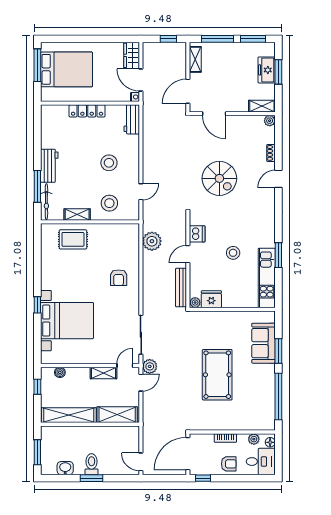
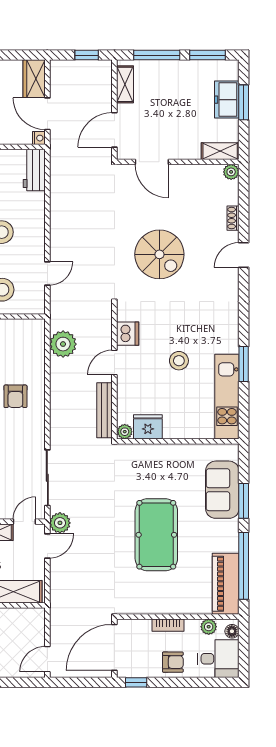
piano: (266, 409) -> (226, 584), added
door: (141, 462) -> (47, 659), hinge flipped

